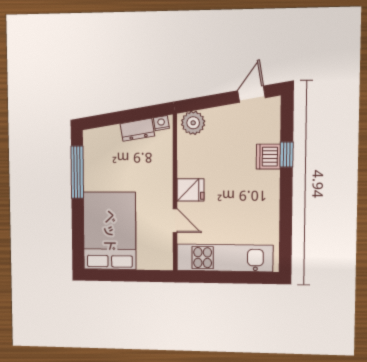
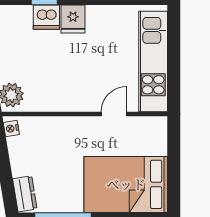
dresser: (137, 130) -> (25, 194), moved
fridge: (190, 190) -> (73, 19), moved, turned 180

